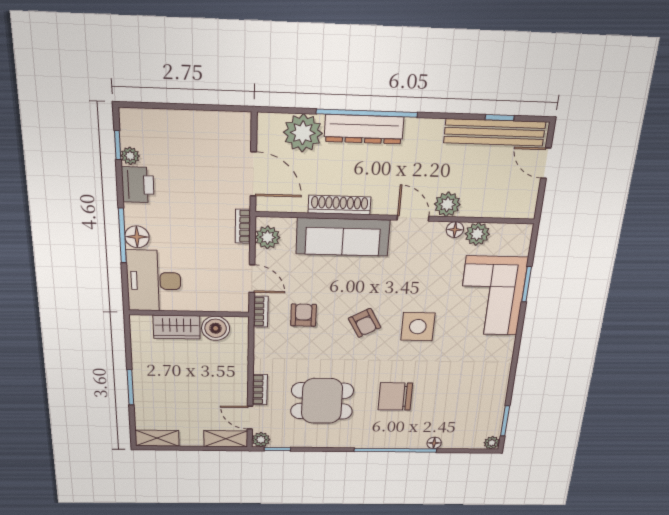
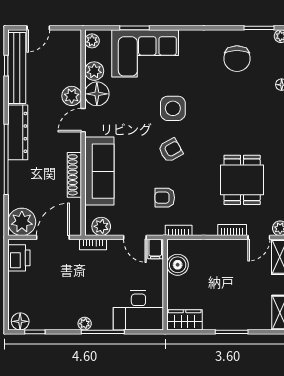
dresser: (364, 129) -> (18, 132), moved
plant: (303, 133) -> (22, 222), moved
plant: (130, 156) -> (85, 324), moved
printer: (138, 185) -> (19, 258), moved, turned 90
floor lamp: (455, 230) -> (97, 94), width x1.89, depth x1.89
plant: (518, 232) -> (92, 41), added
floor lamp: (137, 237) -> (20, 321), moved
door: (252, 279) -> (135, 237), swing flipped
filing cabinet: (236, 303) -> (155, 249), added
bookcase: (261, 312) -> (179, 230), moved
wardrobe: (177, 327) -> (185, 320), moved, turned -90
chair: (395, 396) -> (237, 59), moved

